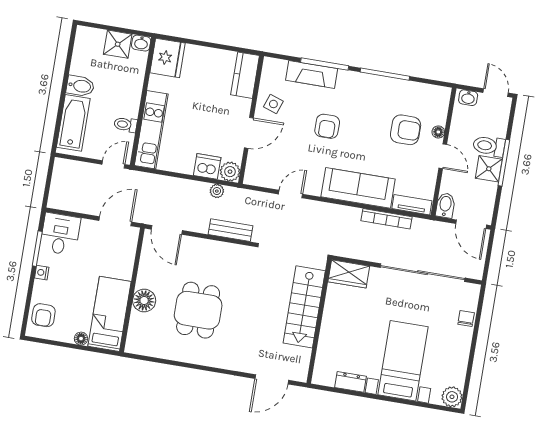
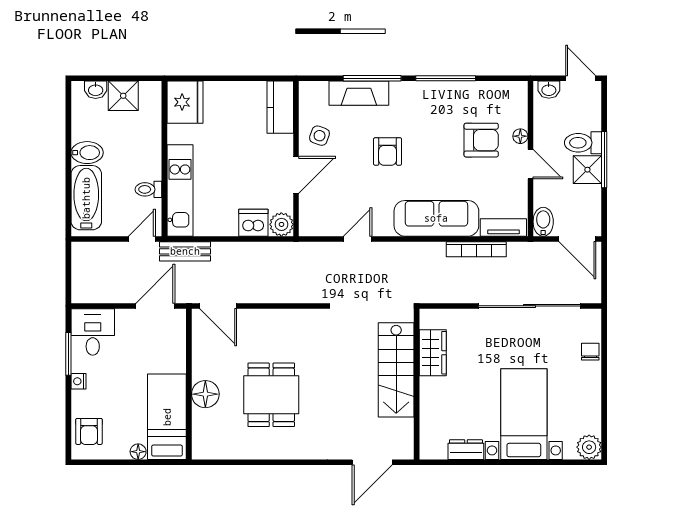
washbasin: (141, 43) -> (96, 90), moved
plant: (217, 191) -> (270, 250), removed
bench: (231, 230) -> (185, 251), moved
wardrobe: (349, 274) -> (433, 353), moved, turned -90

